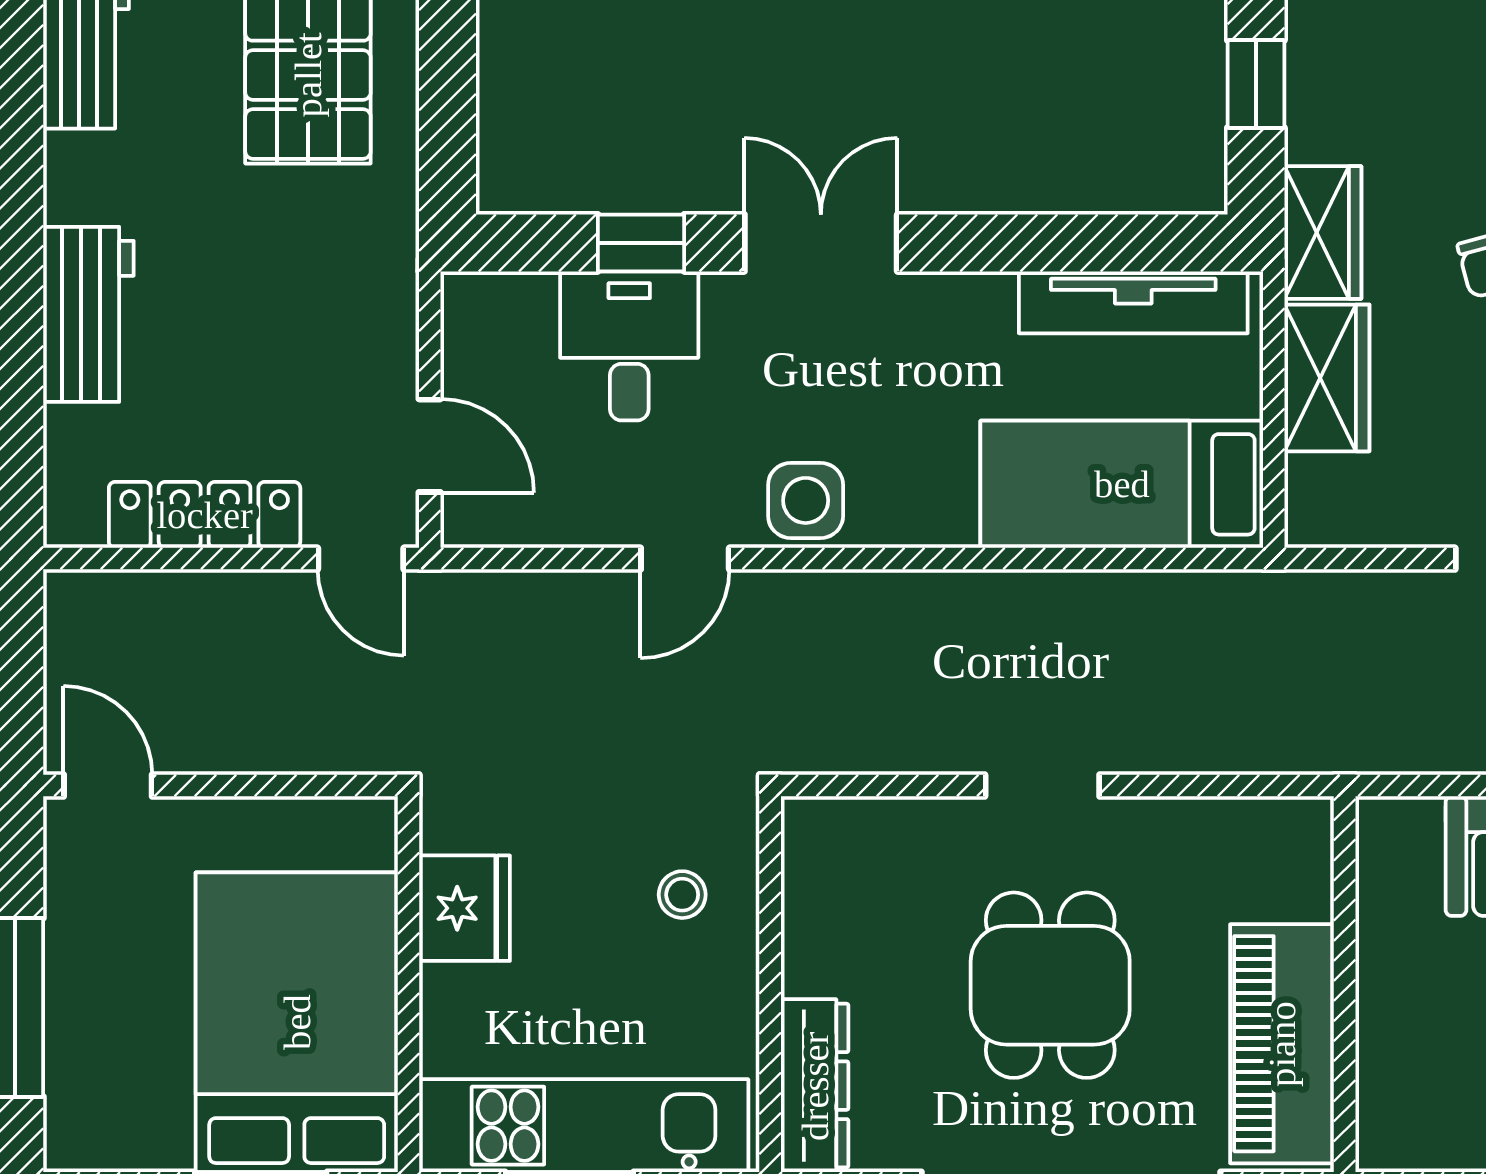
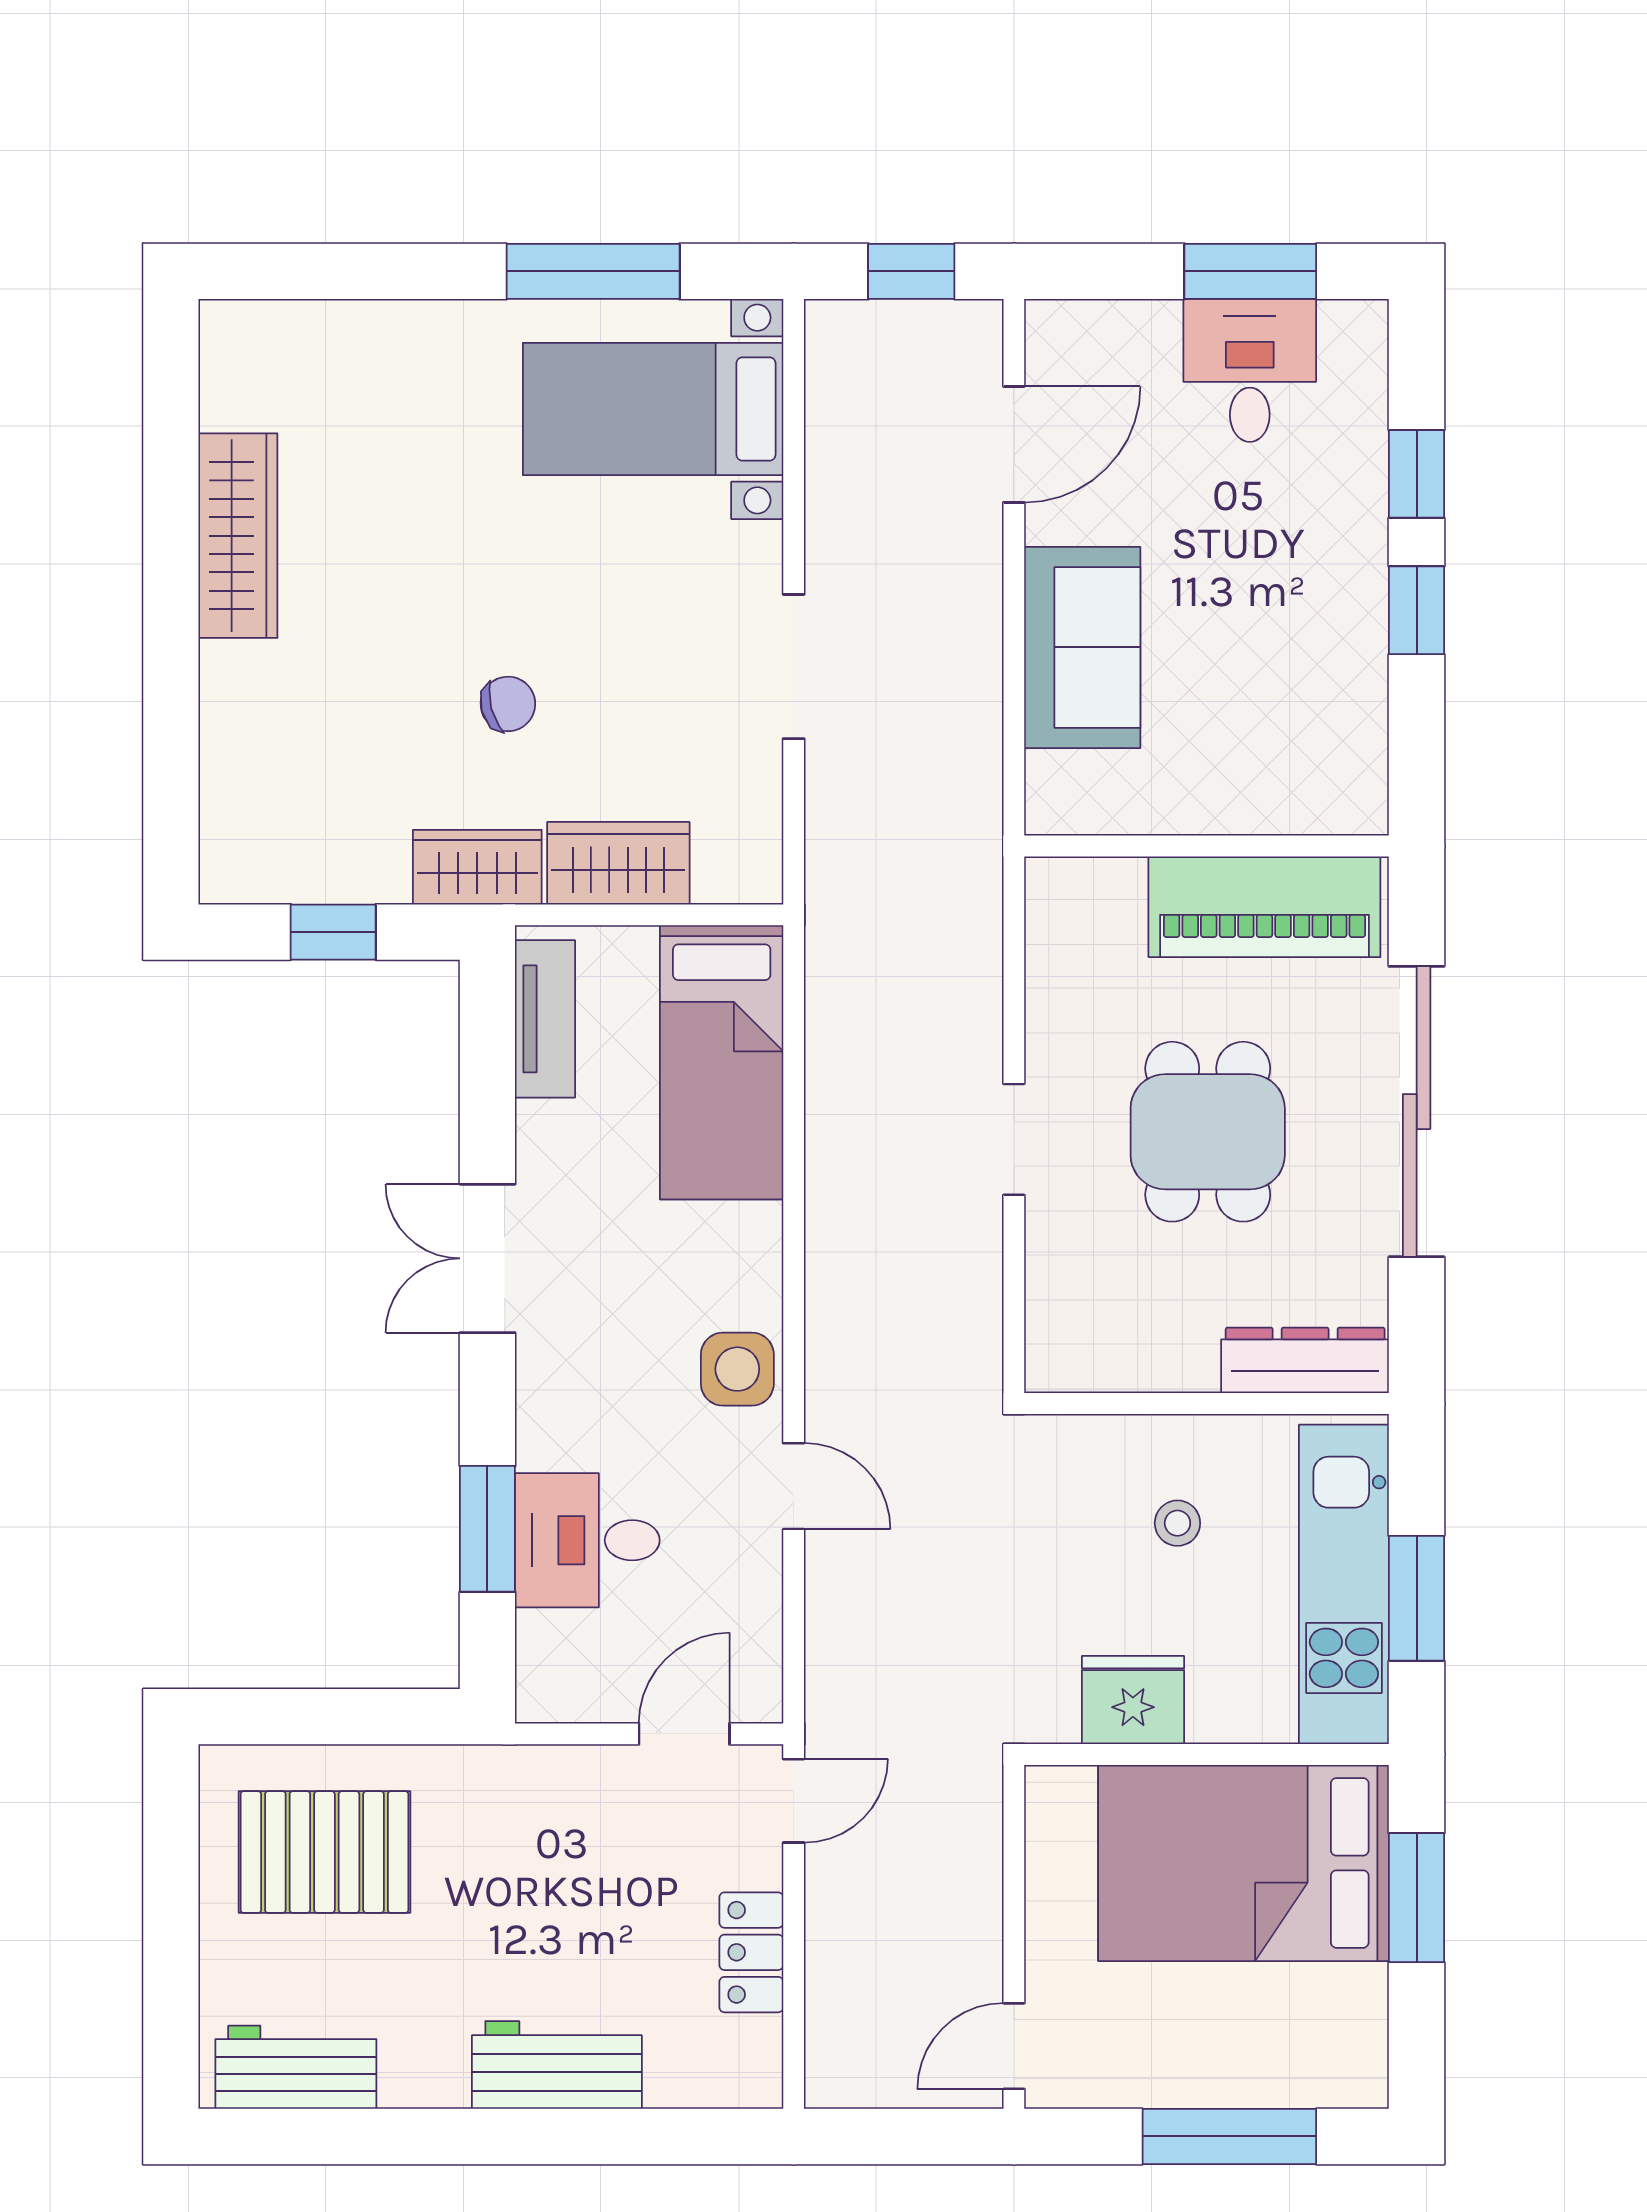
window: (641, 243) -> (487, 1529), width x1.50
double door: (821, 243) -> (487, 1258), moved
tv unit: (1133, 302) -> (545, 1019), width x0.71
locker: (205, 515) -> (751, 1952), width x0.66
stool: (682, 895) -> (1177, 1523), moved
dining table: (1050, 985) -> (1208, 1132), turned 90

